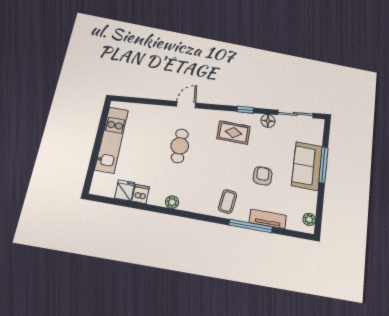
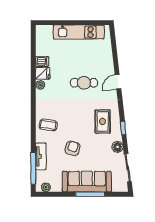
door: (186, 105) -> (118, 82), swing flipped
sofa: (307, 166) -> (87, 182), width x1.36
armchair: (263, 176) -> (73, 148), turned -73
fridge: (125, 190) -> (43, 73), moved
window: (251, 226) -> (33, 168), moved

